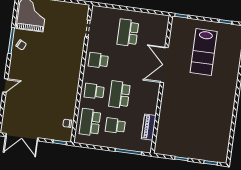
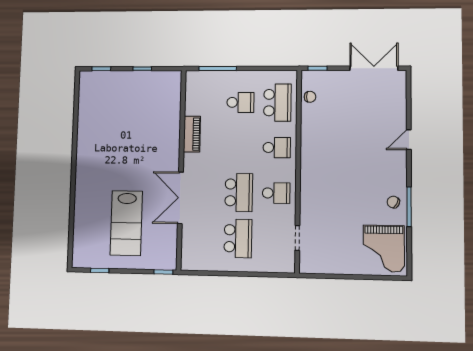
lab bench: (204, 52) -> (126, 223), turned 180
double door: (164, 65) -> (180, 198), swing flipped
school desk: (120, 95) -> (239, 192), moved
piano: (149, 127) -> (192, 134), moved

